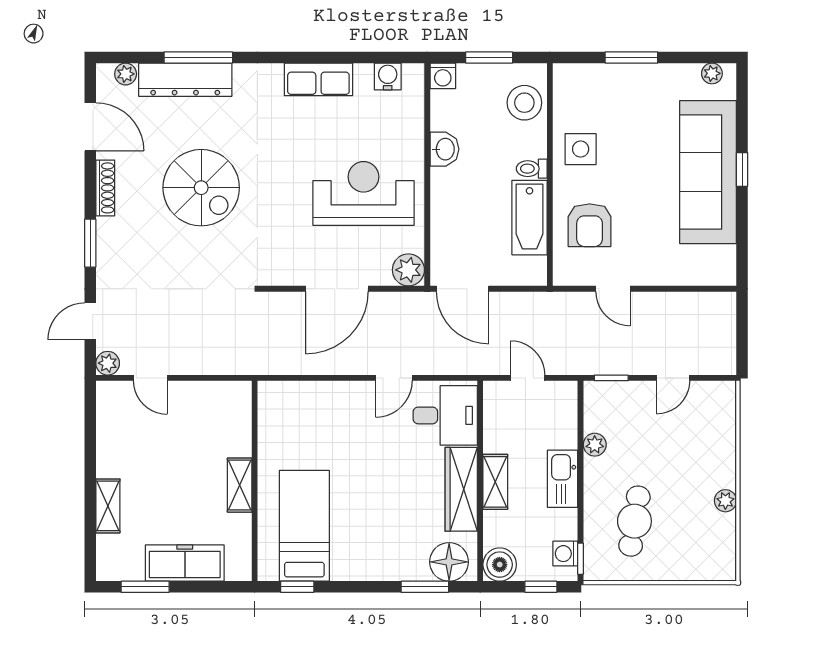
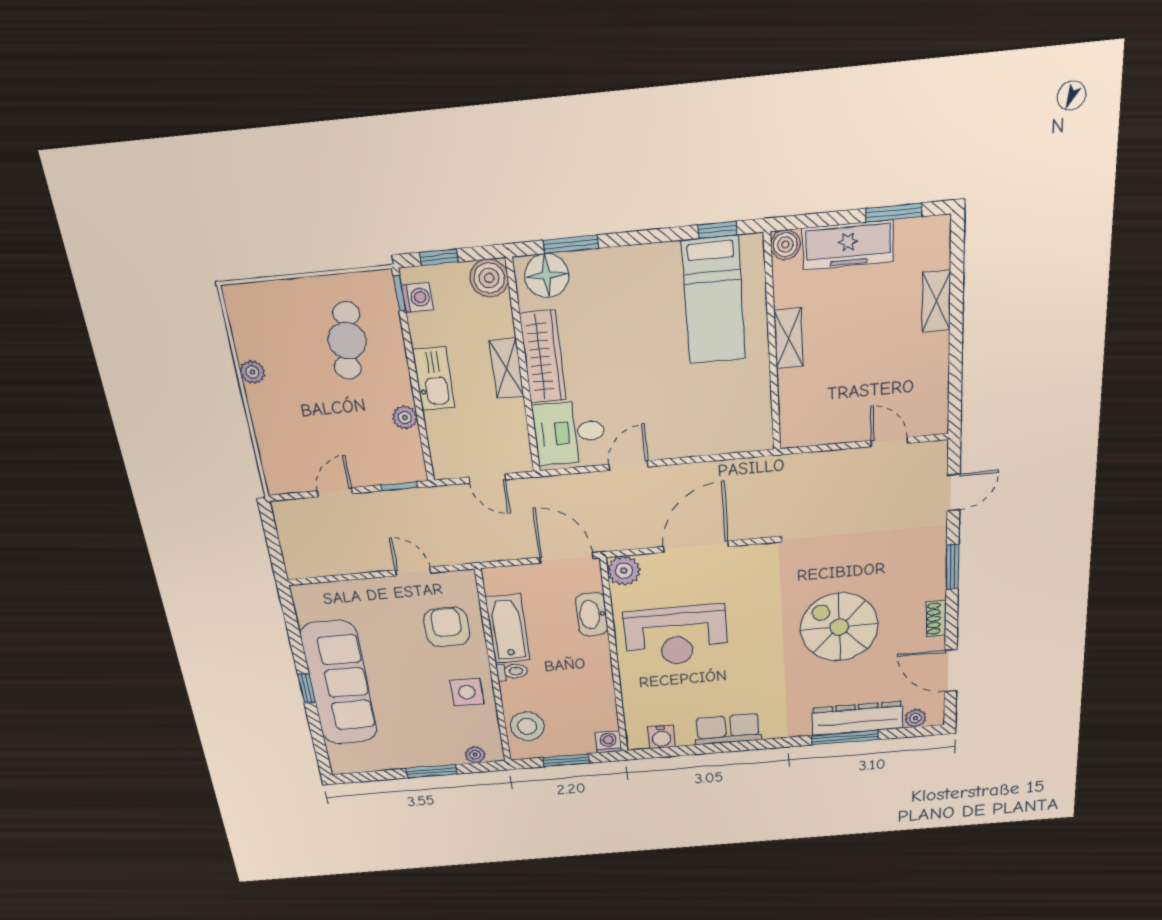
plant: (712, 73) -> (475, 755), moved
washbasin: (444, 149) -> (592, 614), moved, width x1.38
shoe rack: (105, 188) -> (936, 618), width x0.70
plant: (108, 363) -> (935, 452), removed
boiler: (239, 568) -> (785, 245), added

